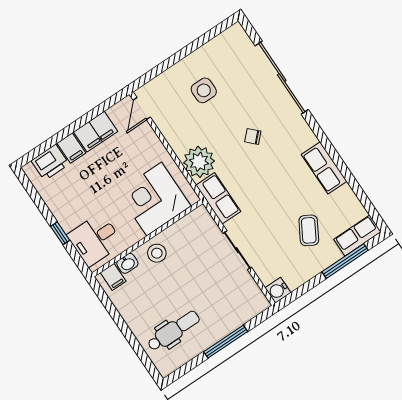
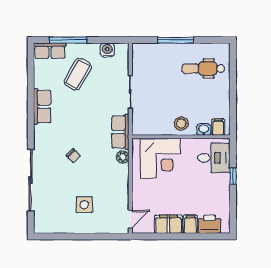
plant: (199, 162) -> (123, 157), width x0.53, depth x0.53
coffee table: (309, 230) -> (78, 74), width x1.36, depth x1.30
water cooler: (278, 290) -> (107, 50), moved, turned -90

